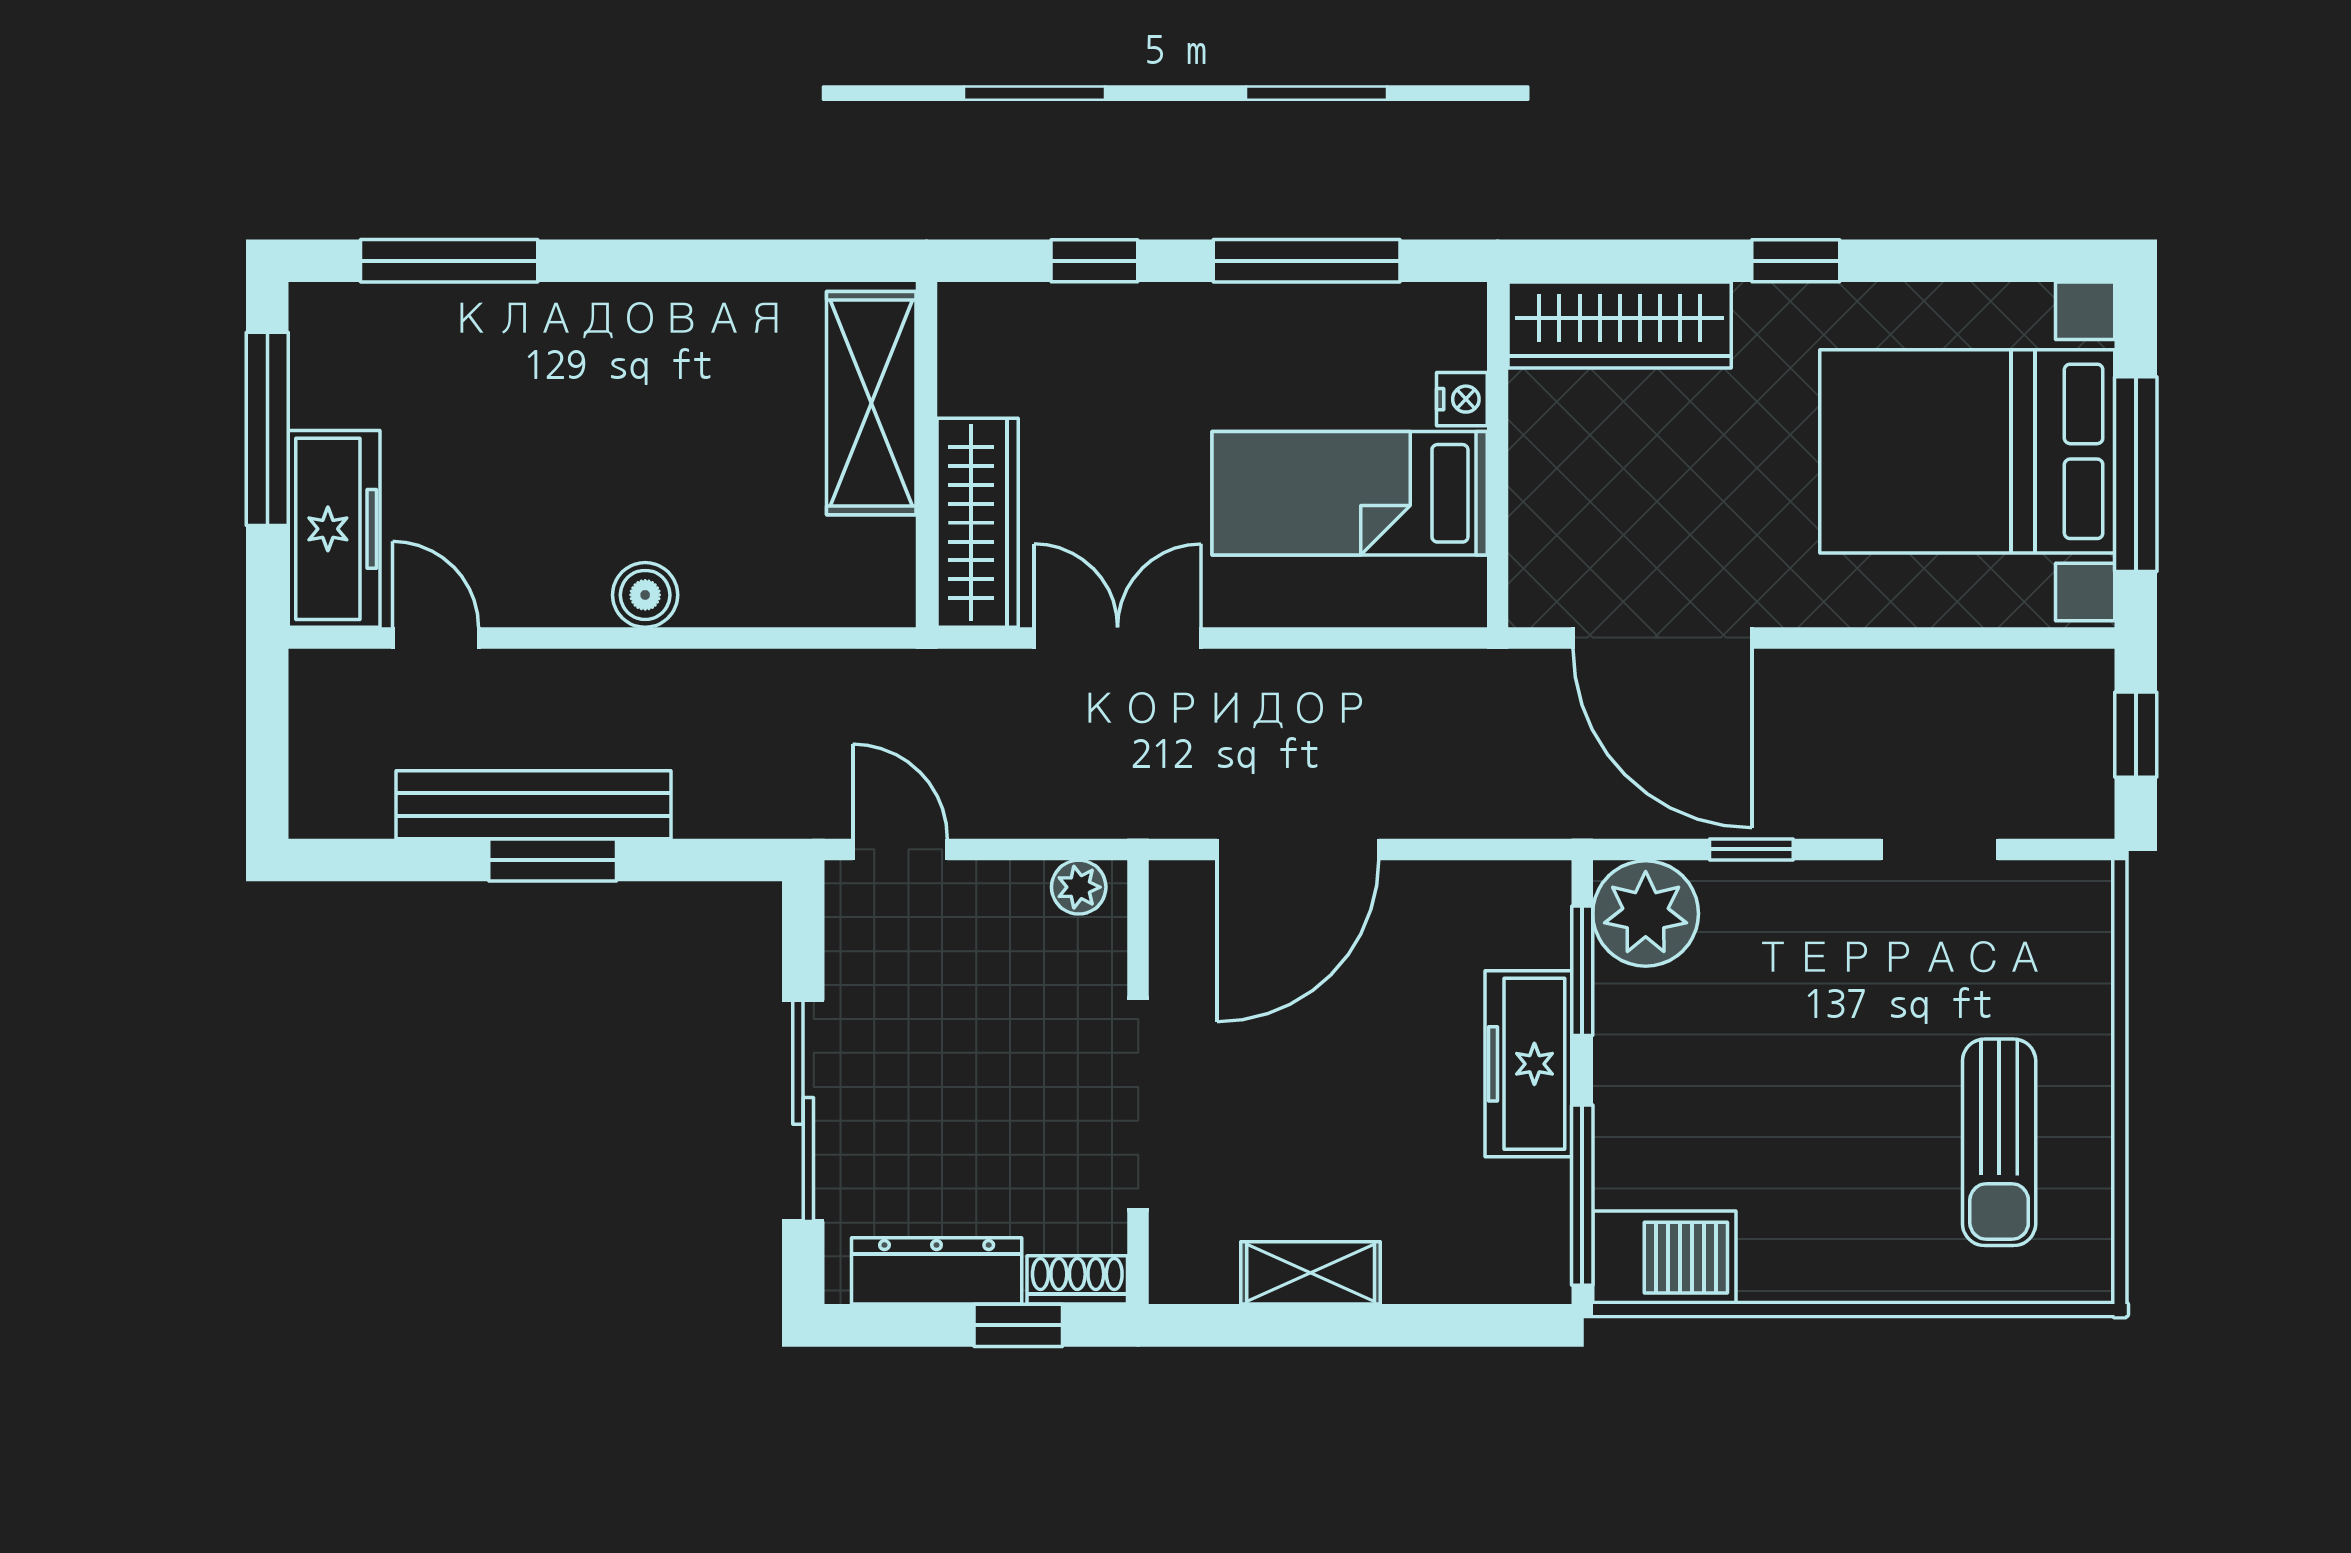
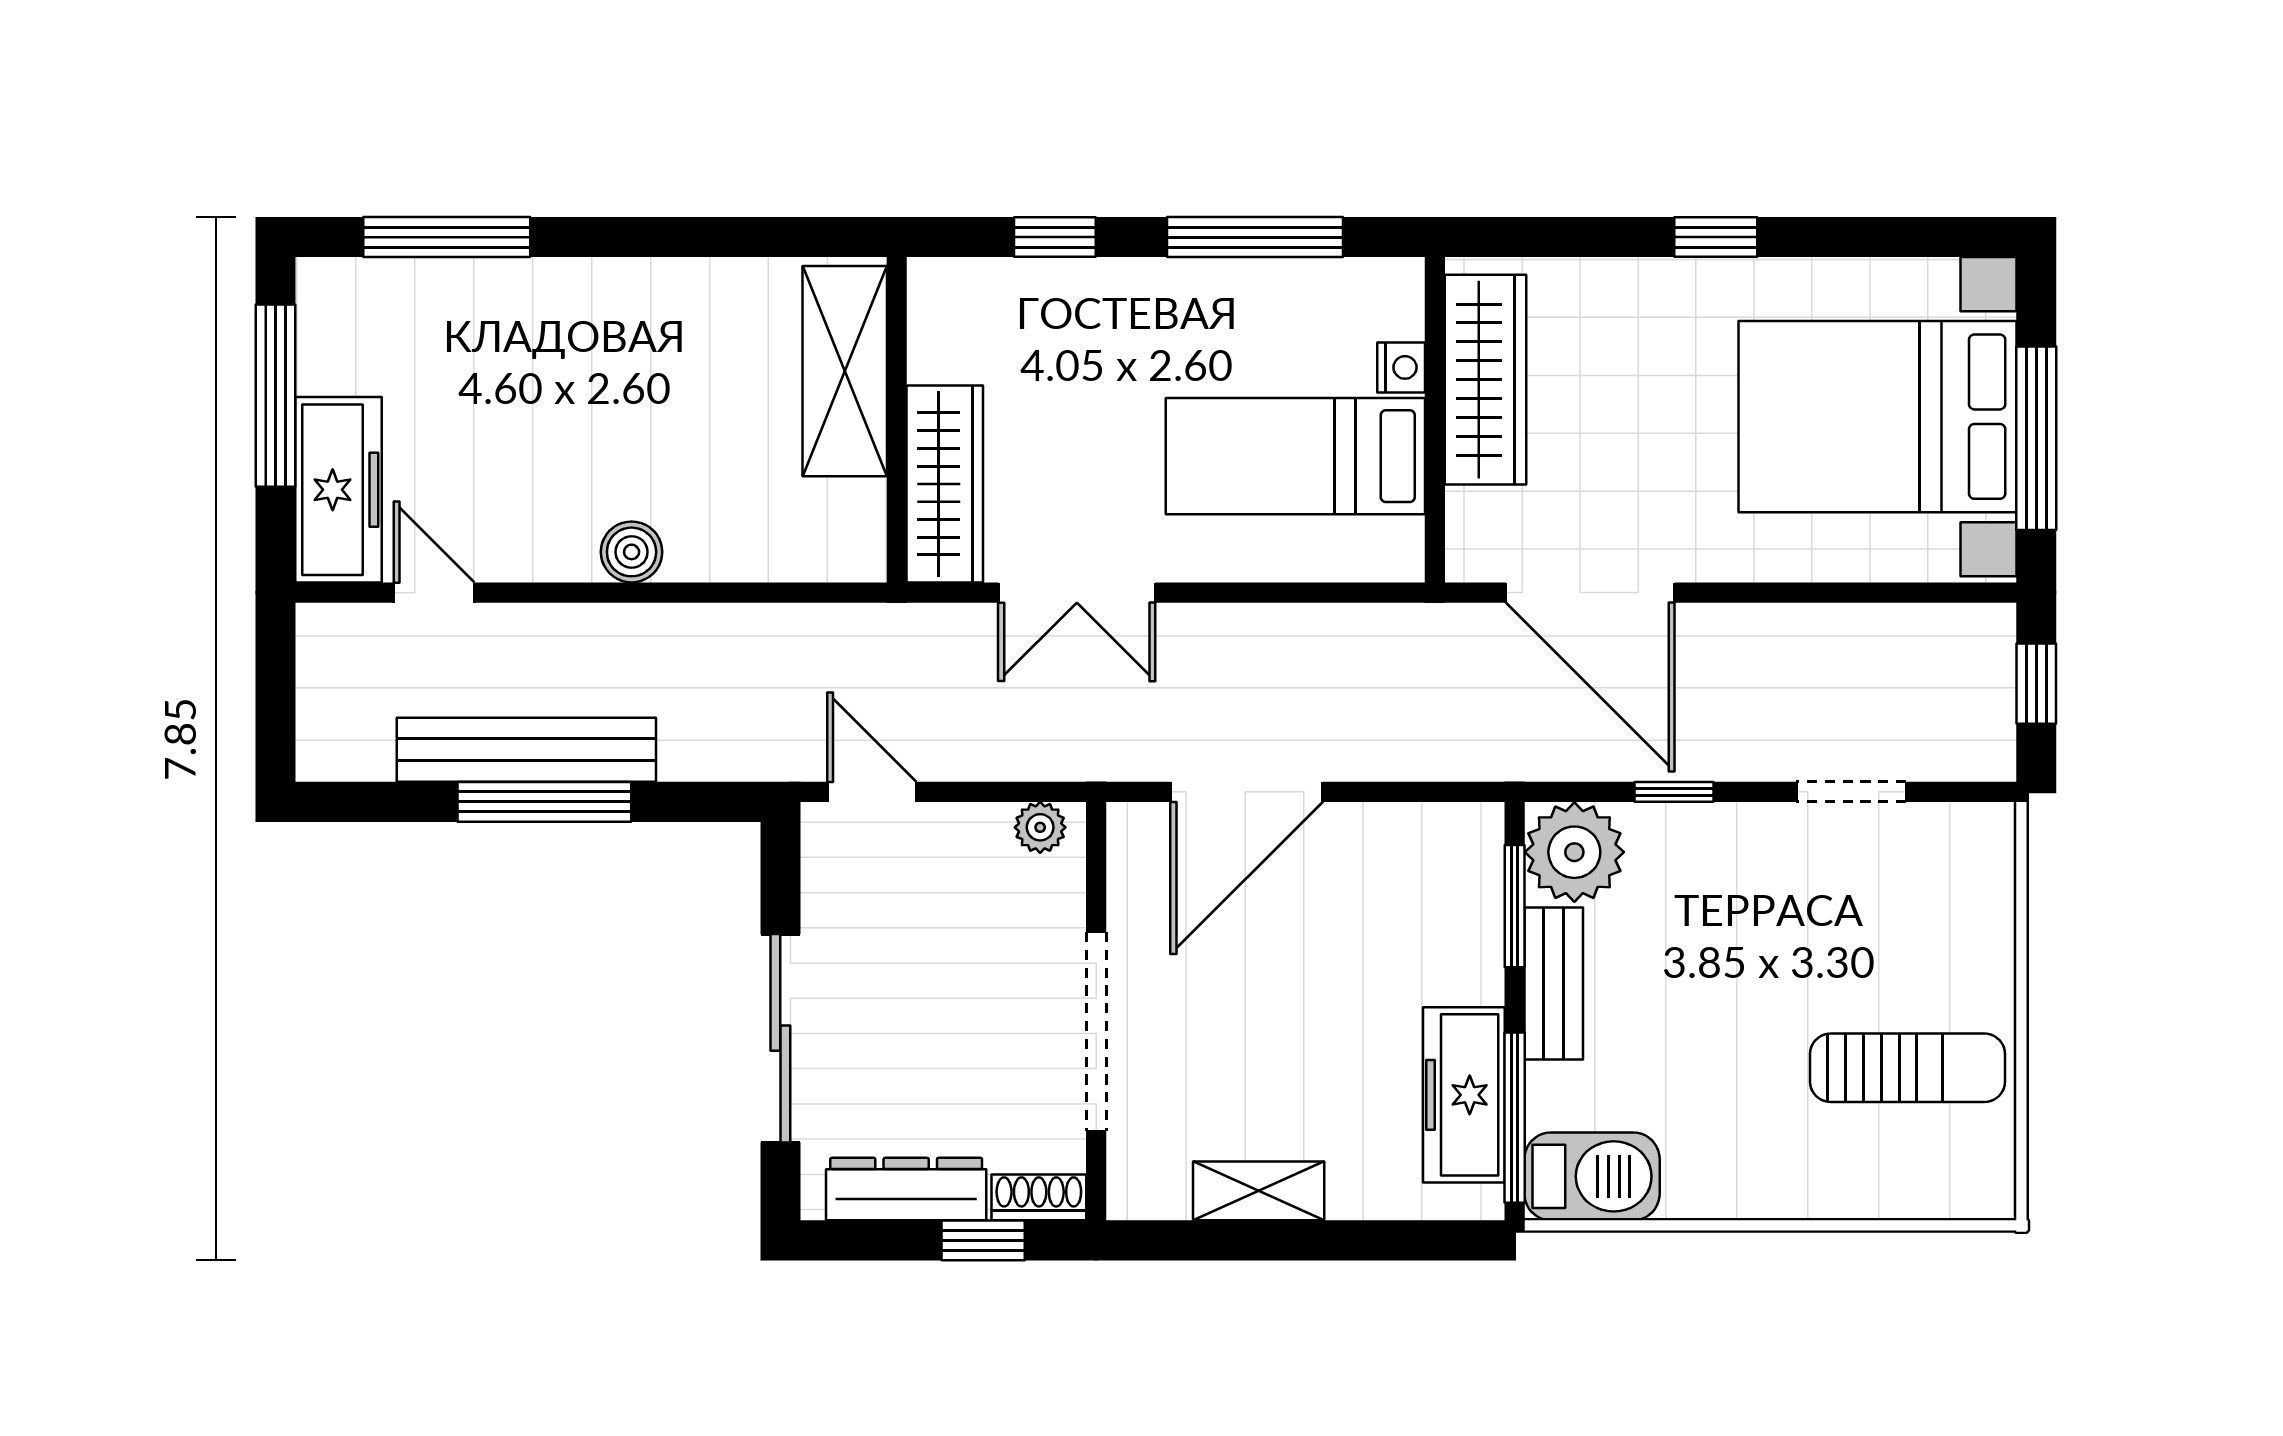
wardrobe: (1620, 325) -> (1485, 380), moved, turned -90
double door: (1118, 638) -> (1077, 593), swing flipped
window: (553, 860) -> (544, 802), width x1.44
bench: (1624, 1053) -> (1554, 983), added
freezer: (1528, 1064) -> (1464, 1095), moved
sun lounger: (1999, 1142) -> (1908, 1068), turned -90

